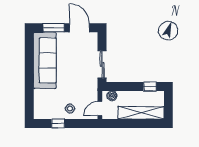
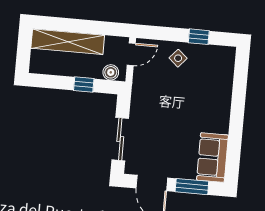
sofa: (45, 60) -> (212, 158), width x0.54, depth x0.79
sliding door: (102, 64) -> (120, 139), moved
window: (150, 86) -> (84, 85), moved

